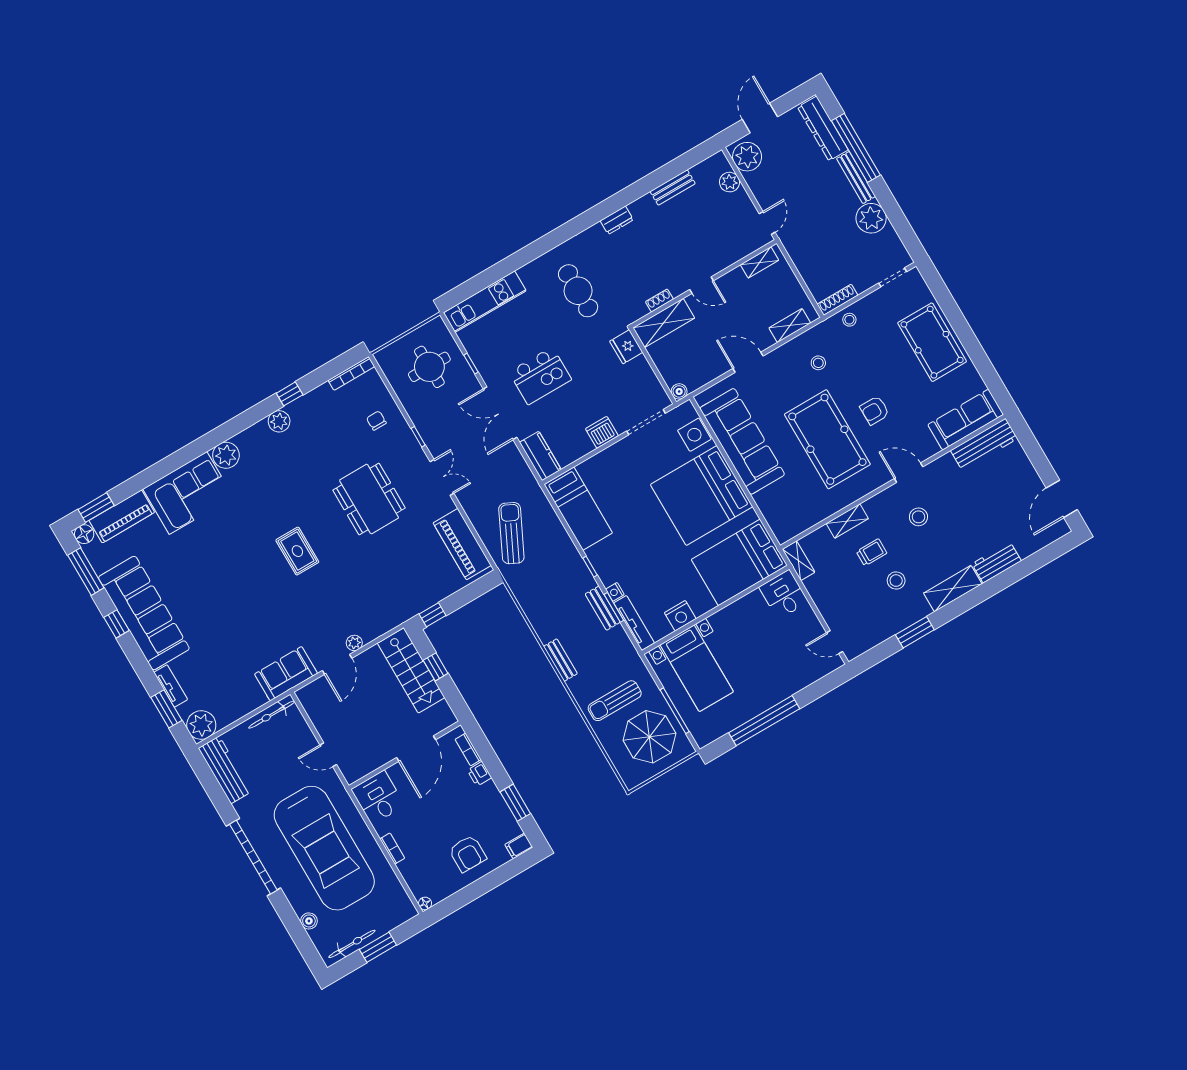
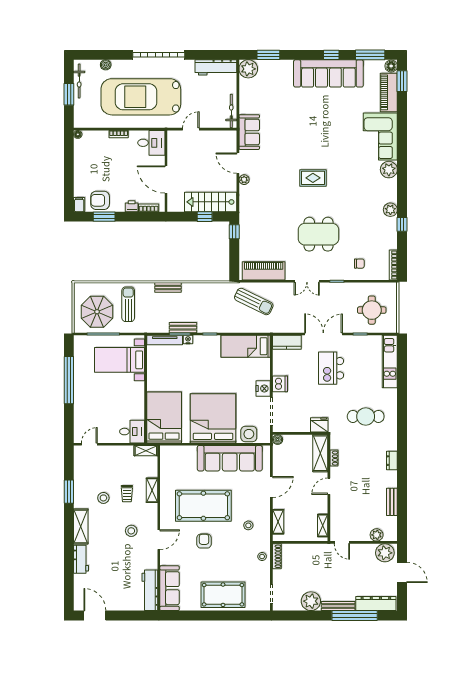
nightstand: (680, 616) -> (263, 389), moved, turned 180
tv unit: (171, 686) -> (280, 65), removed
armchair: (468, 854) -> (100, 200), moved

